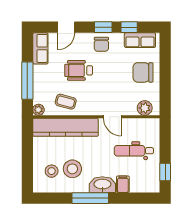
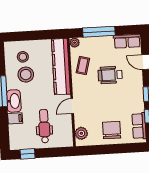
chair: (101, 44) -> (134, 93), removed
wheelchair: (79, 70) -> (110, 75), turned -90

